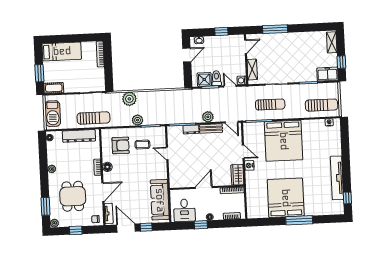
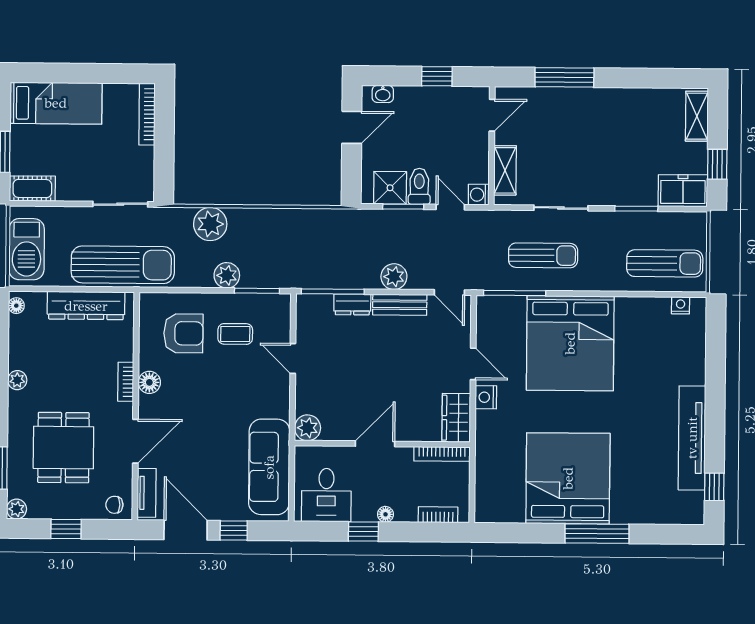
sun lounger: (94, 118) -> (123, 265), width x1.36, depth x1.34
plant: (175, 182) -> (308, 428), added

